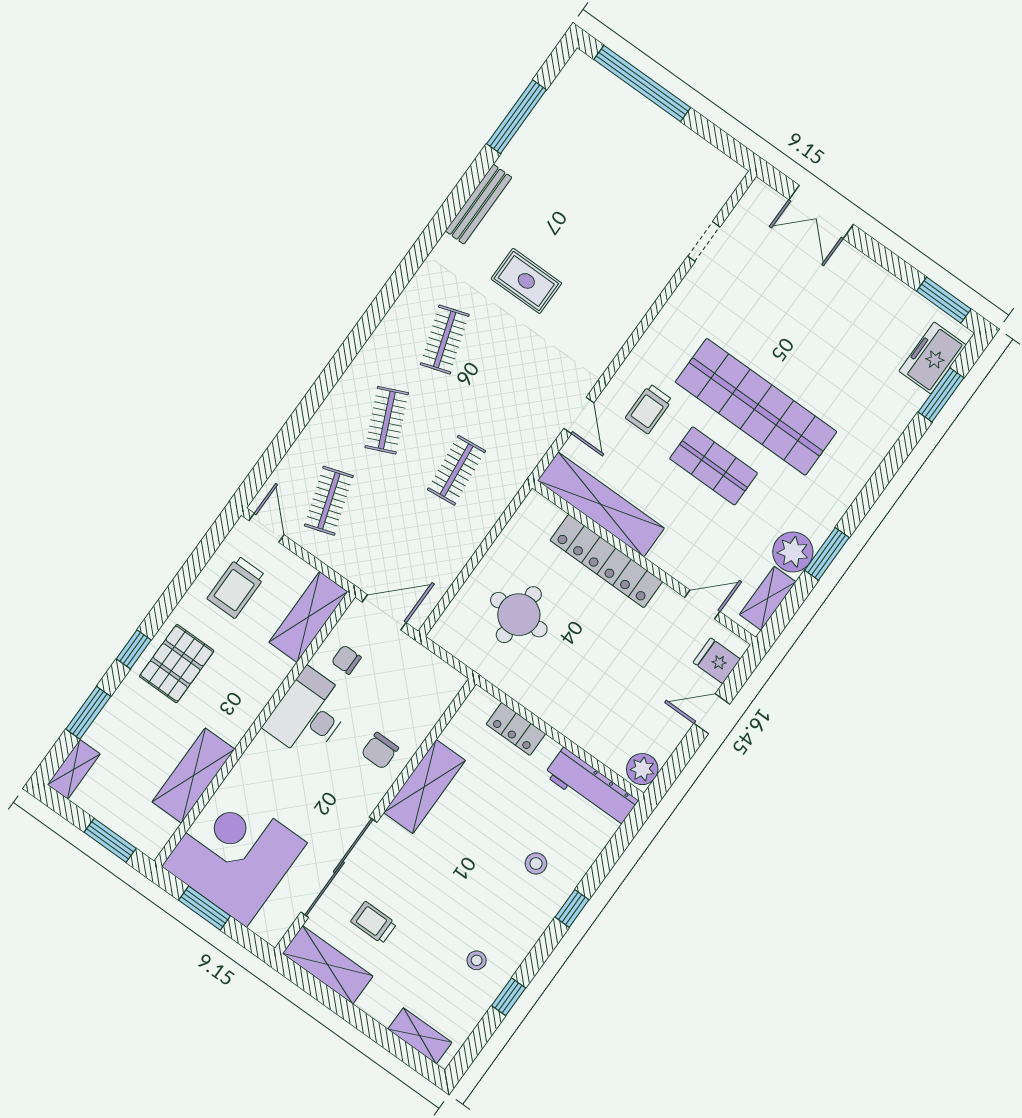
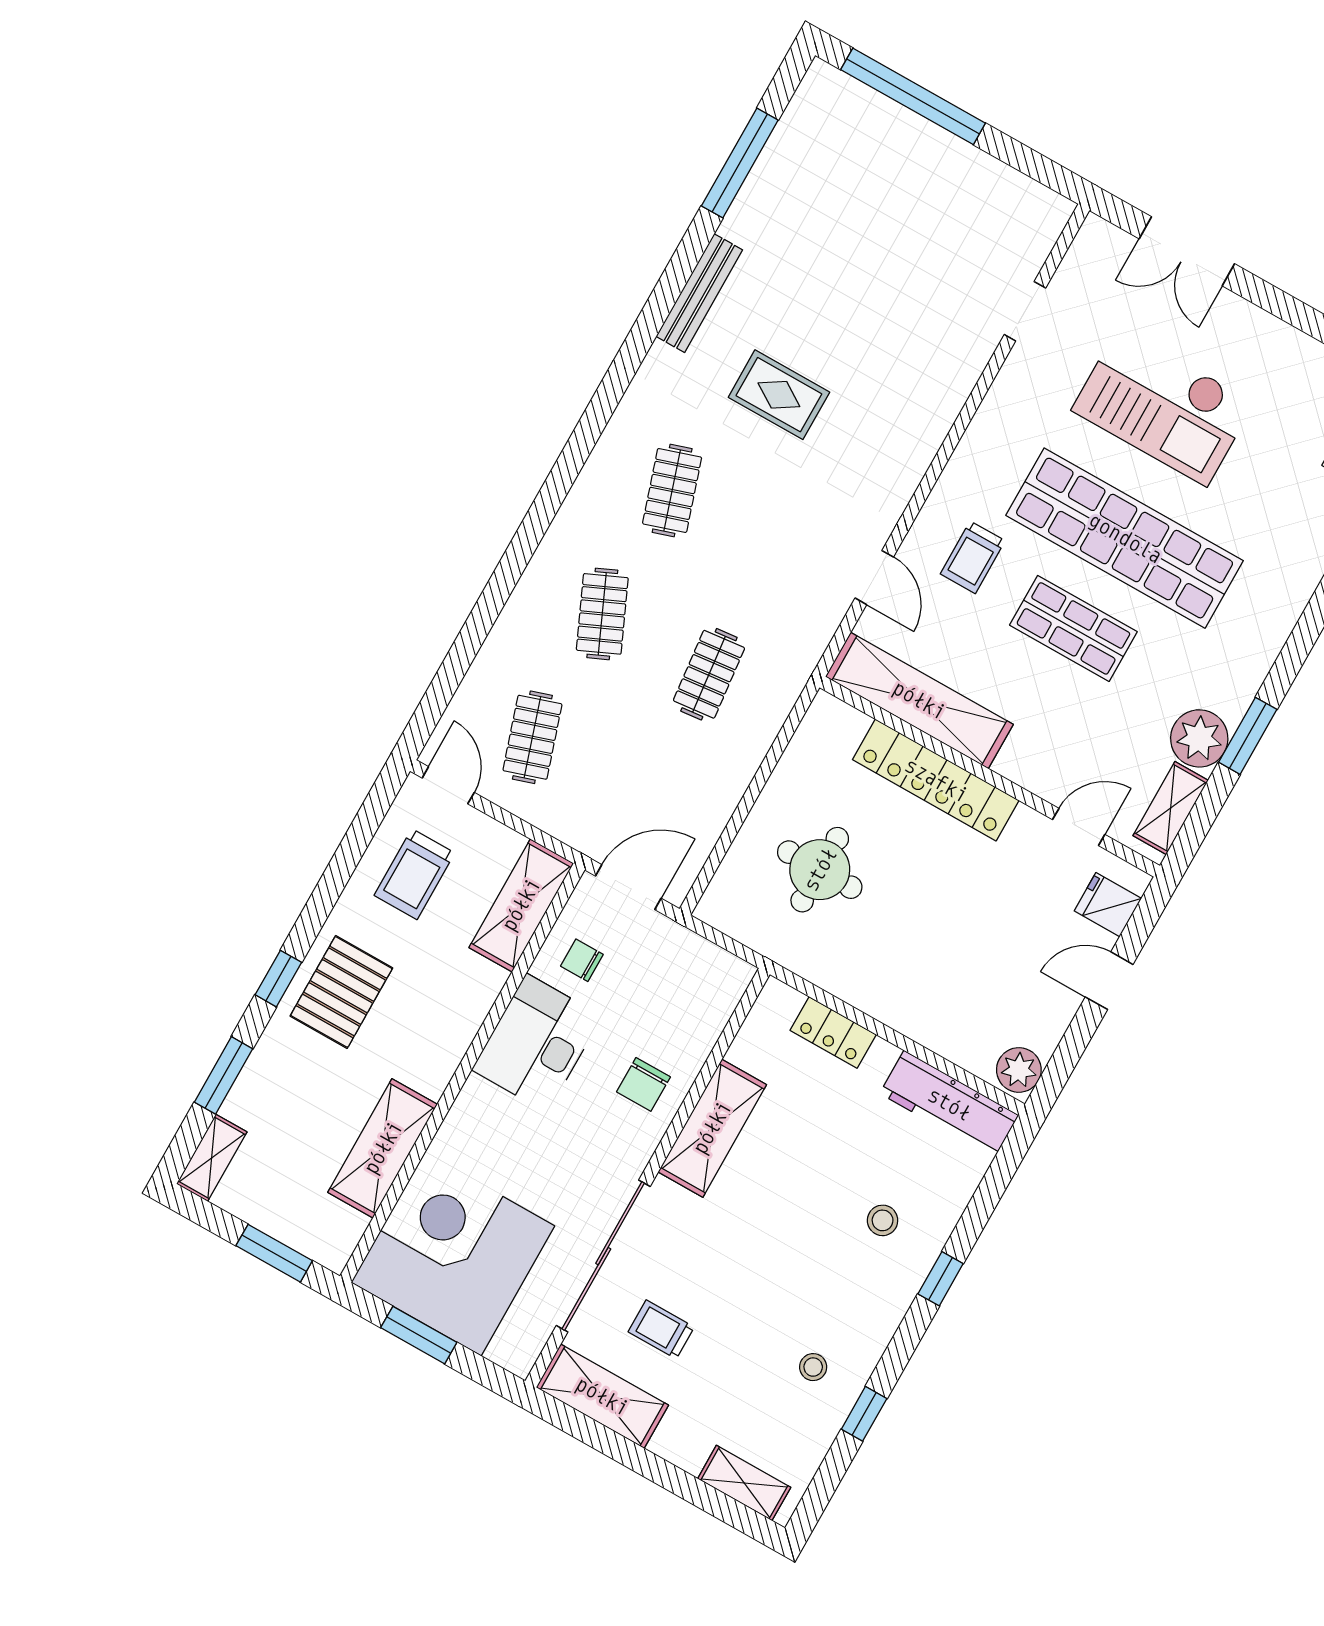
checkout: (793, 318) -> (1163, 406), added

